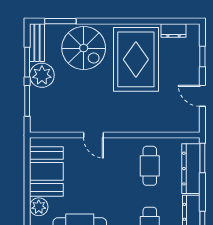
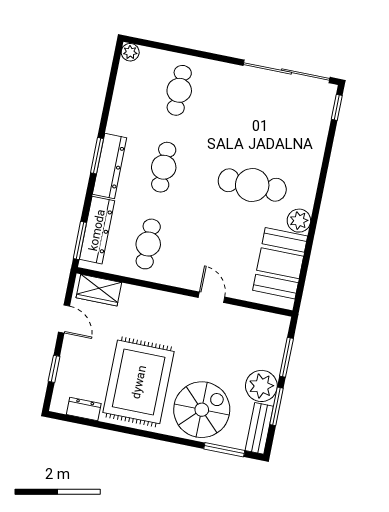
spiral stairs: (84, 48) -> (202, 410), turned 90
wardrobe: (180, 123) -> (99, 290), added

